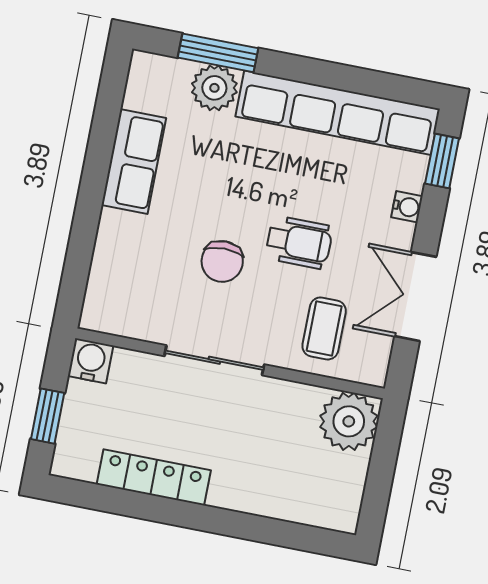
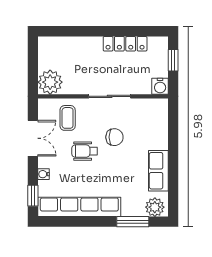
plant: (214, 88) -> (155, 207), moved
chair: (222, 261) -> (114, 137), turned 90

